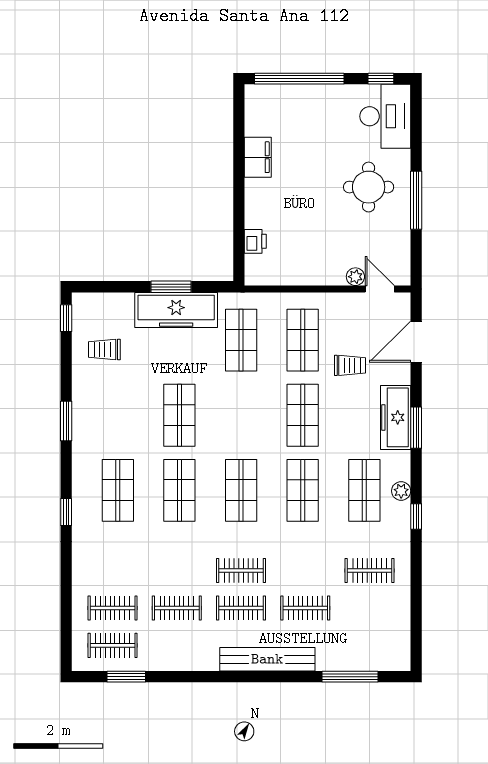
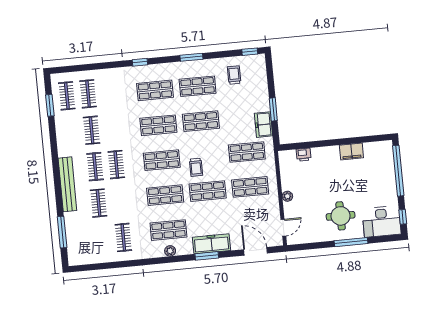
window: (416, 200) -> (351, 242), moved
plant: (355, 277) -> (287, 196), moved
freezer: (176, 310) -> (264, 125), width x0.52, depth x0.79
trolley: (350, 365) -> (196, 167), moved
shop shelf: (118, 415) -> (198, 86), added
window: (416, 517) -> (156, 261), removed

